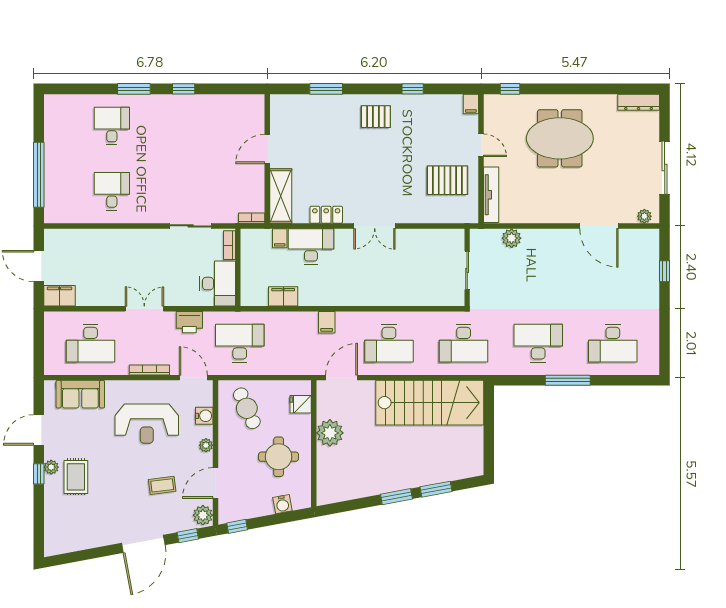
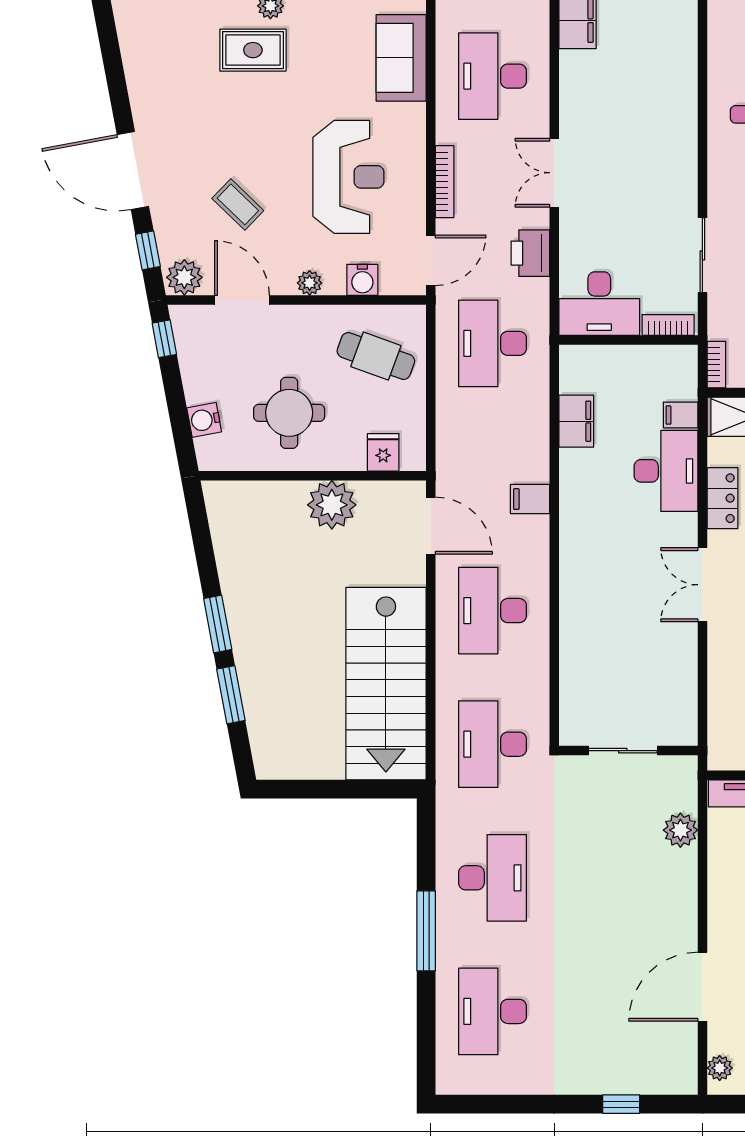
double door: (144, 309) -> (554, 173), swing flipped
desk: (240, 343) -> (492, 343), turned 180
cafe table: (247, 408) -> (376, 356), turned 44
reception desk: (147, 424) -> (348, 177), turned 180
coffee table: (162, 485) -> (238, 204), turned -39

